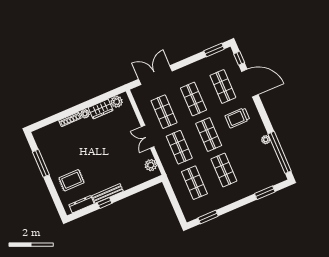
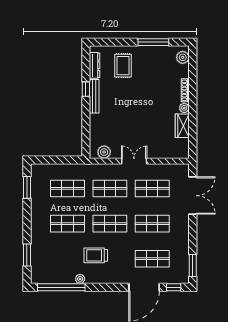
plant: (117, 102) -> (183, 57), moved
trolley: (237, 118) -> (96, 255), moved, turned -90

